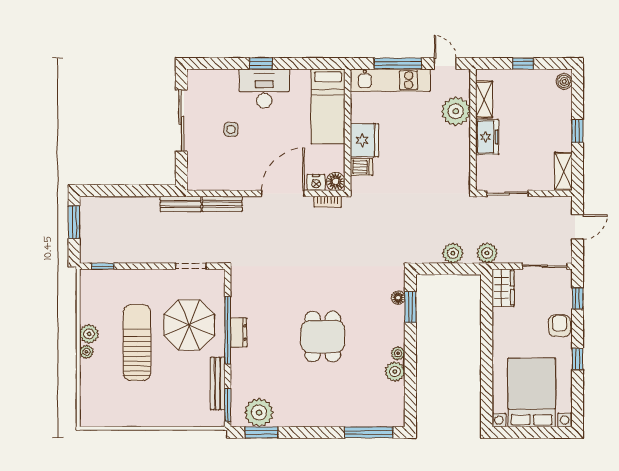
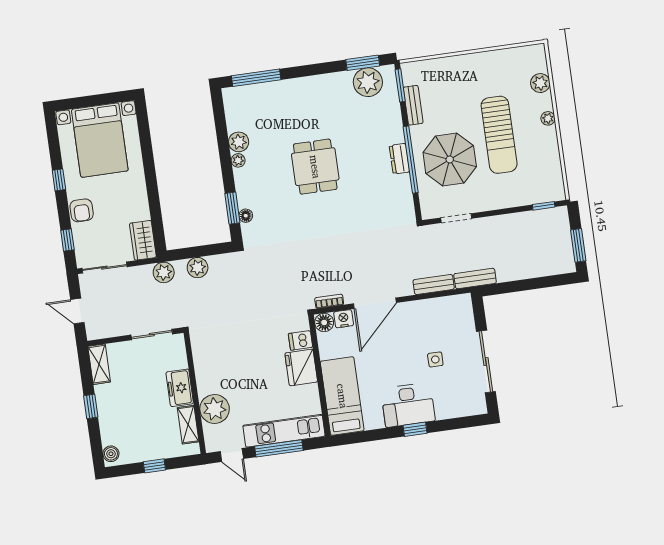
door: (578, 227) -> (77, 311), hinge flipped
plant: (89, 334) -> (540, 83), moved
bench: (218, 384) -> (413, 105), width x0.73

